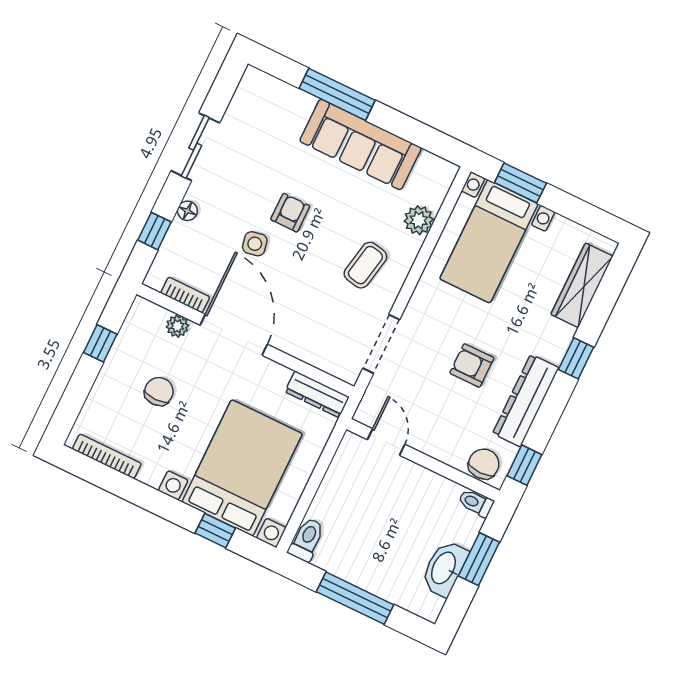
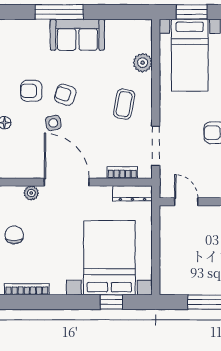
sofa: (360, 144) -> (77, 35), width x0.73
armchair: (246, 185) -> (31, 91), added
armchair: (290, 213) -> (65, 95), turned -71
bookcase: (185, 295) -> (122, 173), moved
chair: (159, 391) -> (14, 235), moved
toilet: (307, 540) -> (167, 281), removed

